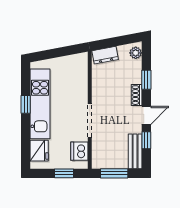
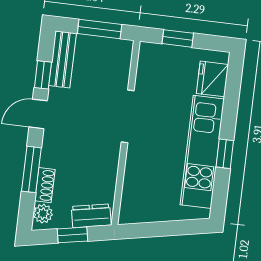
window: (115, 42) -> (72, 235), added
window: (146, 80) -> (31, 169), width x1.50
shoe rack: (137, 95) -> (45, 185), moved
dishwasher: (79, 151) -> (150, 70), removed

